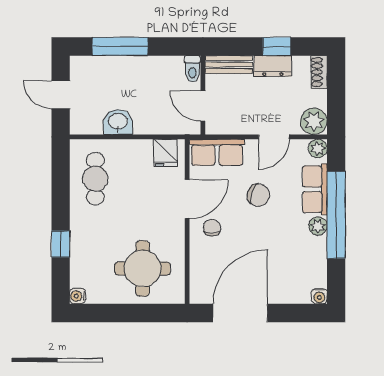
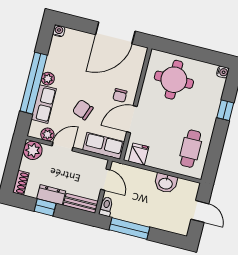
window: (120, 46) -> (129, 228), moved
plant: (318, 148) -> (47, 134), moved

